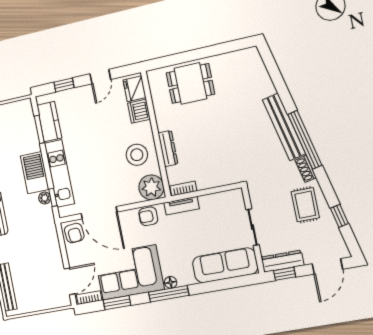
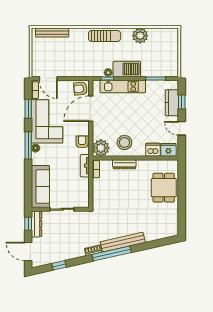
kitchen counter: (49, 122) -> (172, 103), moved, turned 90
rug: (305, 205) -> (70, 246), removed

